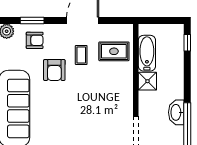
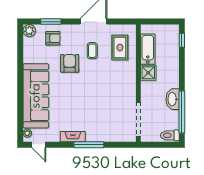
rug: (114, 51) -> (120, 48), turned 90
armchair: (54, 70) -> (70, 63), turned 180

